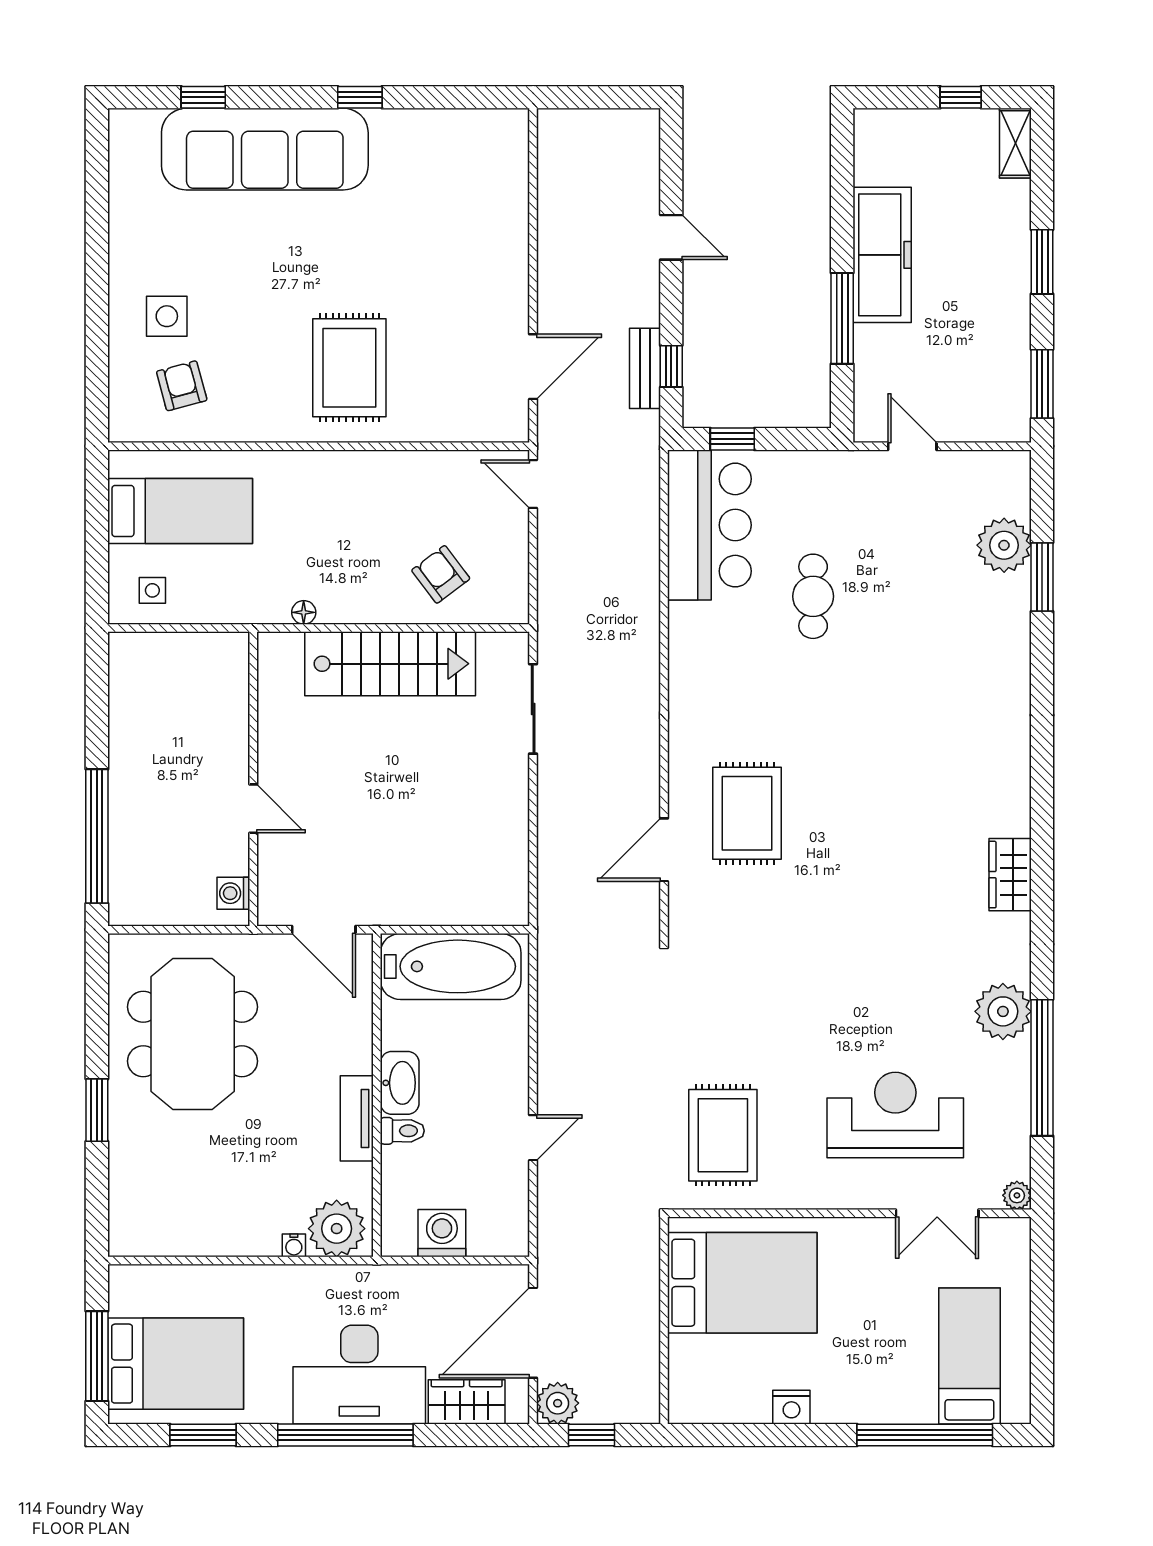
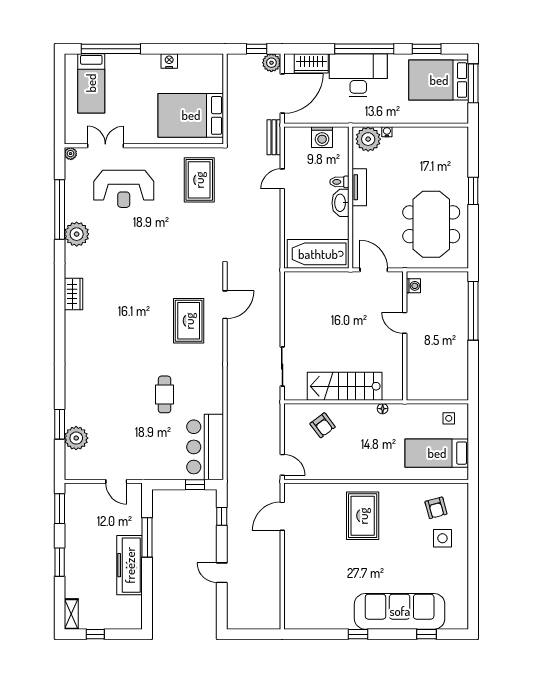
bench: (645, 368) -> (274, 137), moved
cafe table: (813, 596) -> (165, 394), moved

